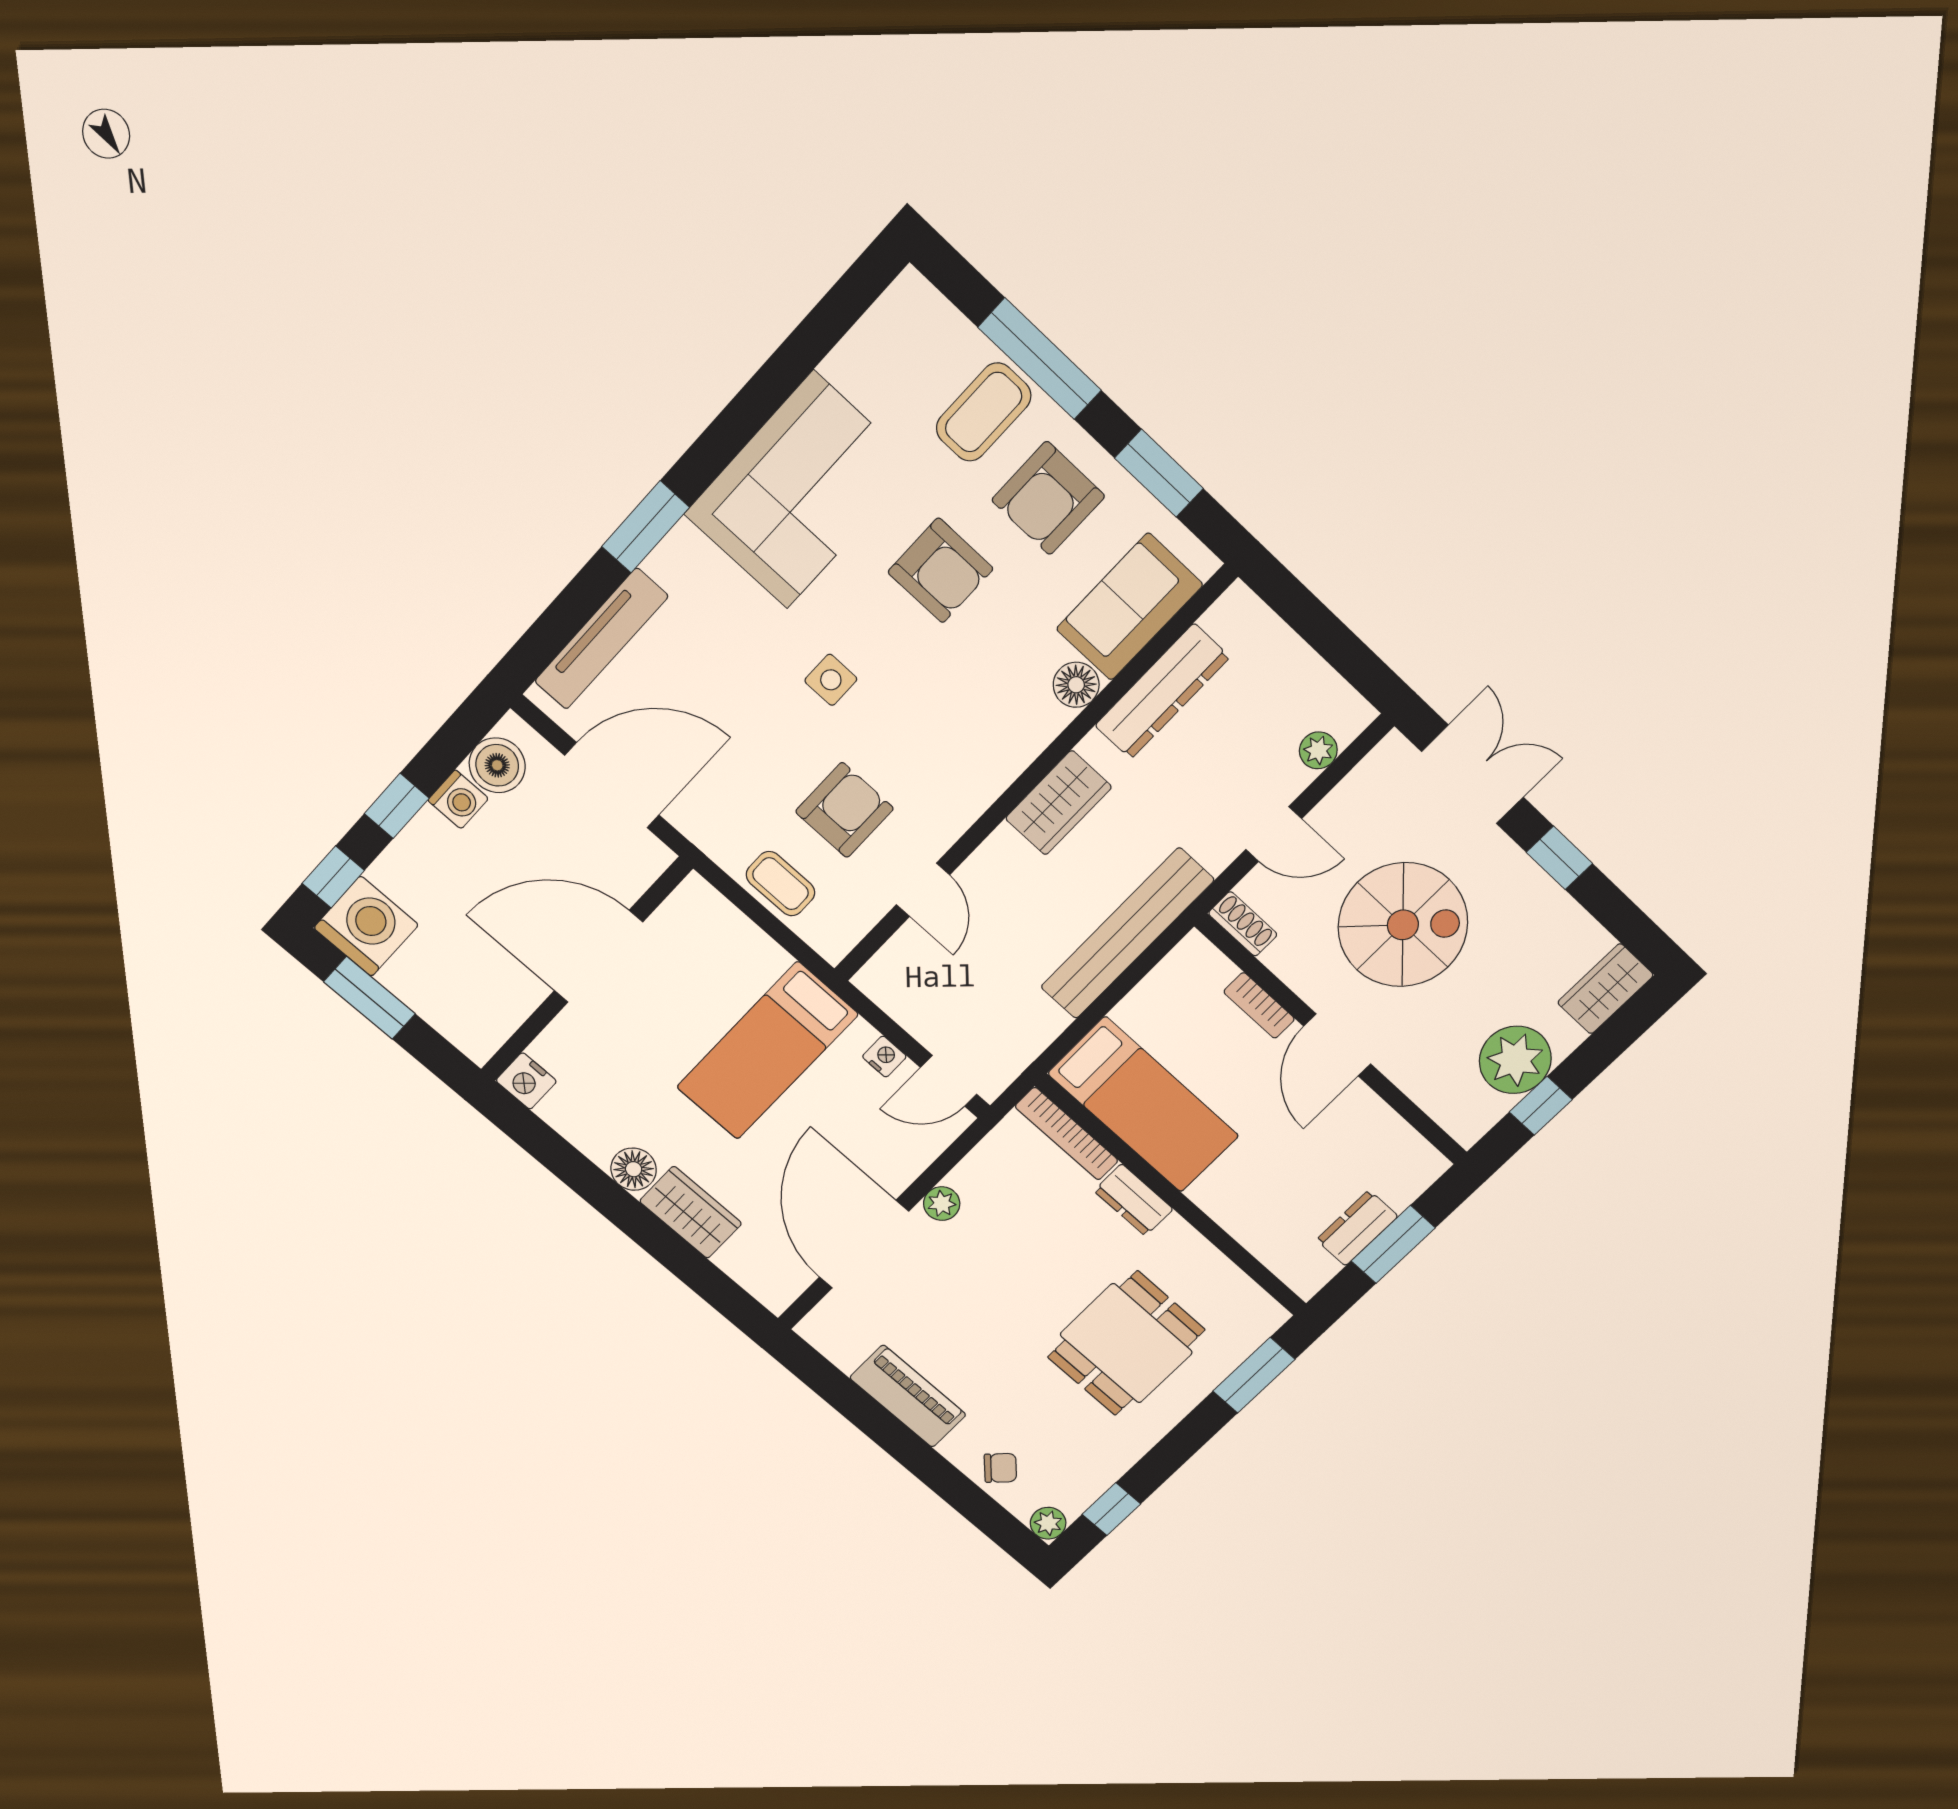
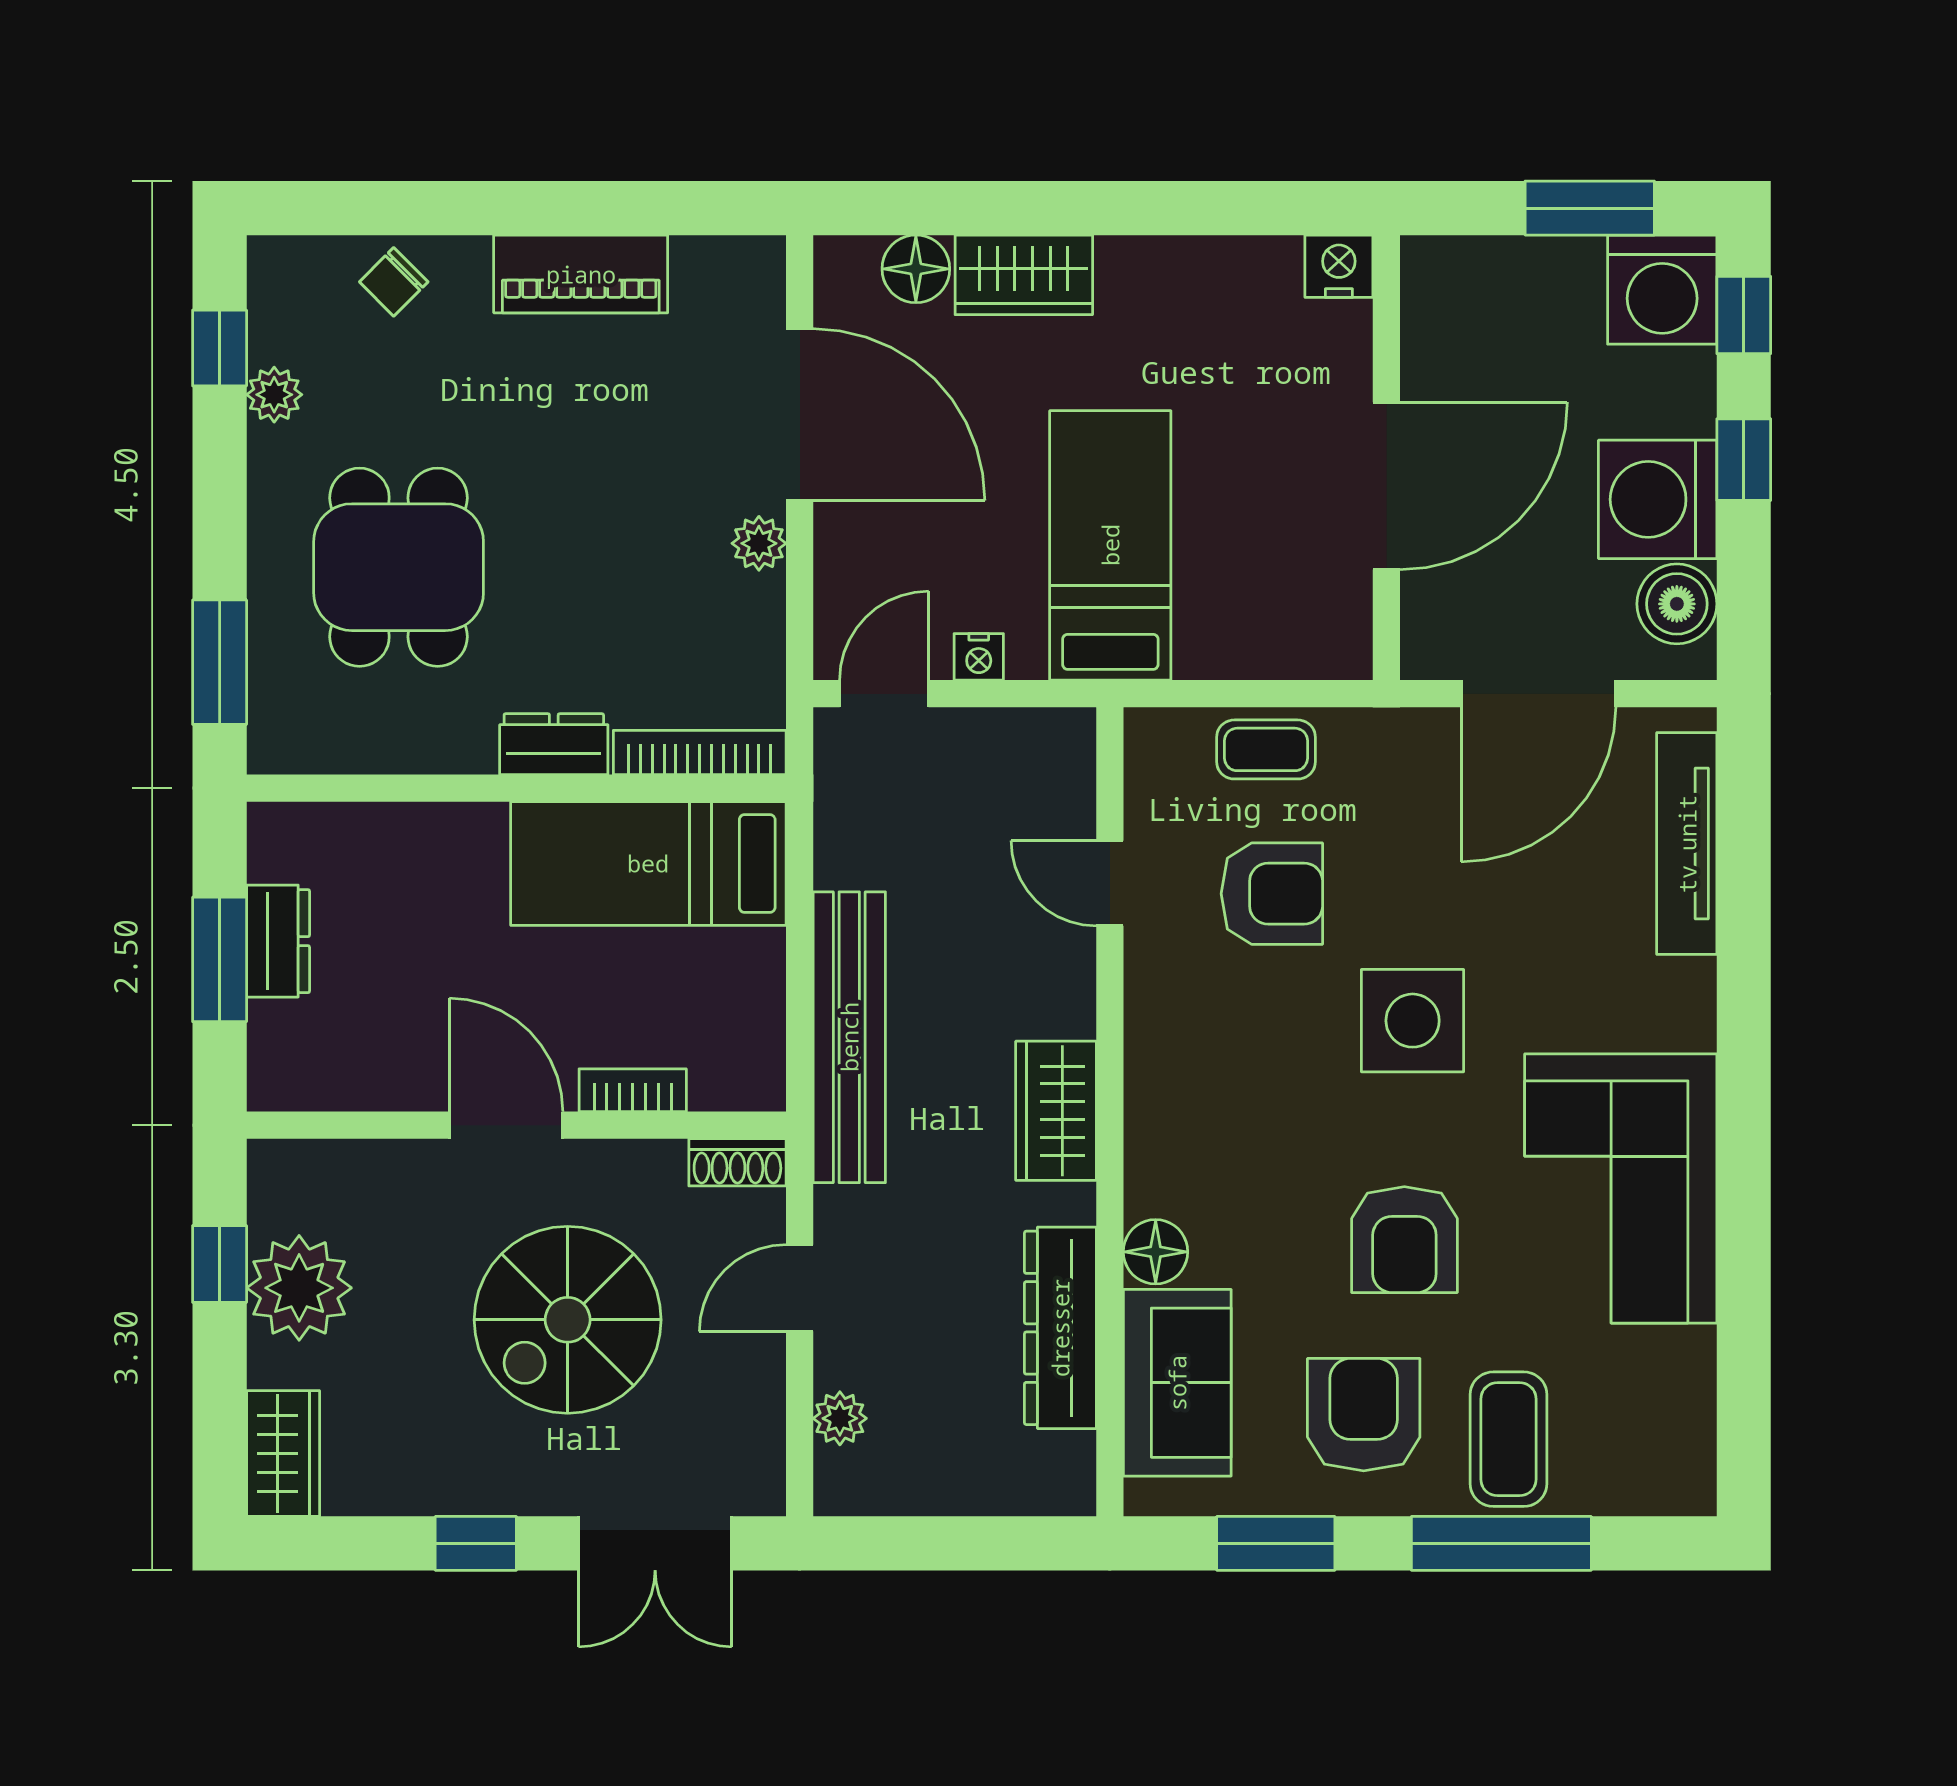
window: (646, 527) -> (1744, 1005), removed
armchair: (940, 570) -> (1404, 1240), turned -90
side table: (831, 680) -> (1413, 1021), width x1.87, depth x1.87
washing machine: (458, 799) -> (1658, 499), width x1.89, depth x1.89
armchair: (844, 810) -> (1272, 894), turned -90
floor lamp: (634, 1169) -> (916, 269), moved
plant: (1048, 1523) -> (274, 395), moved

